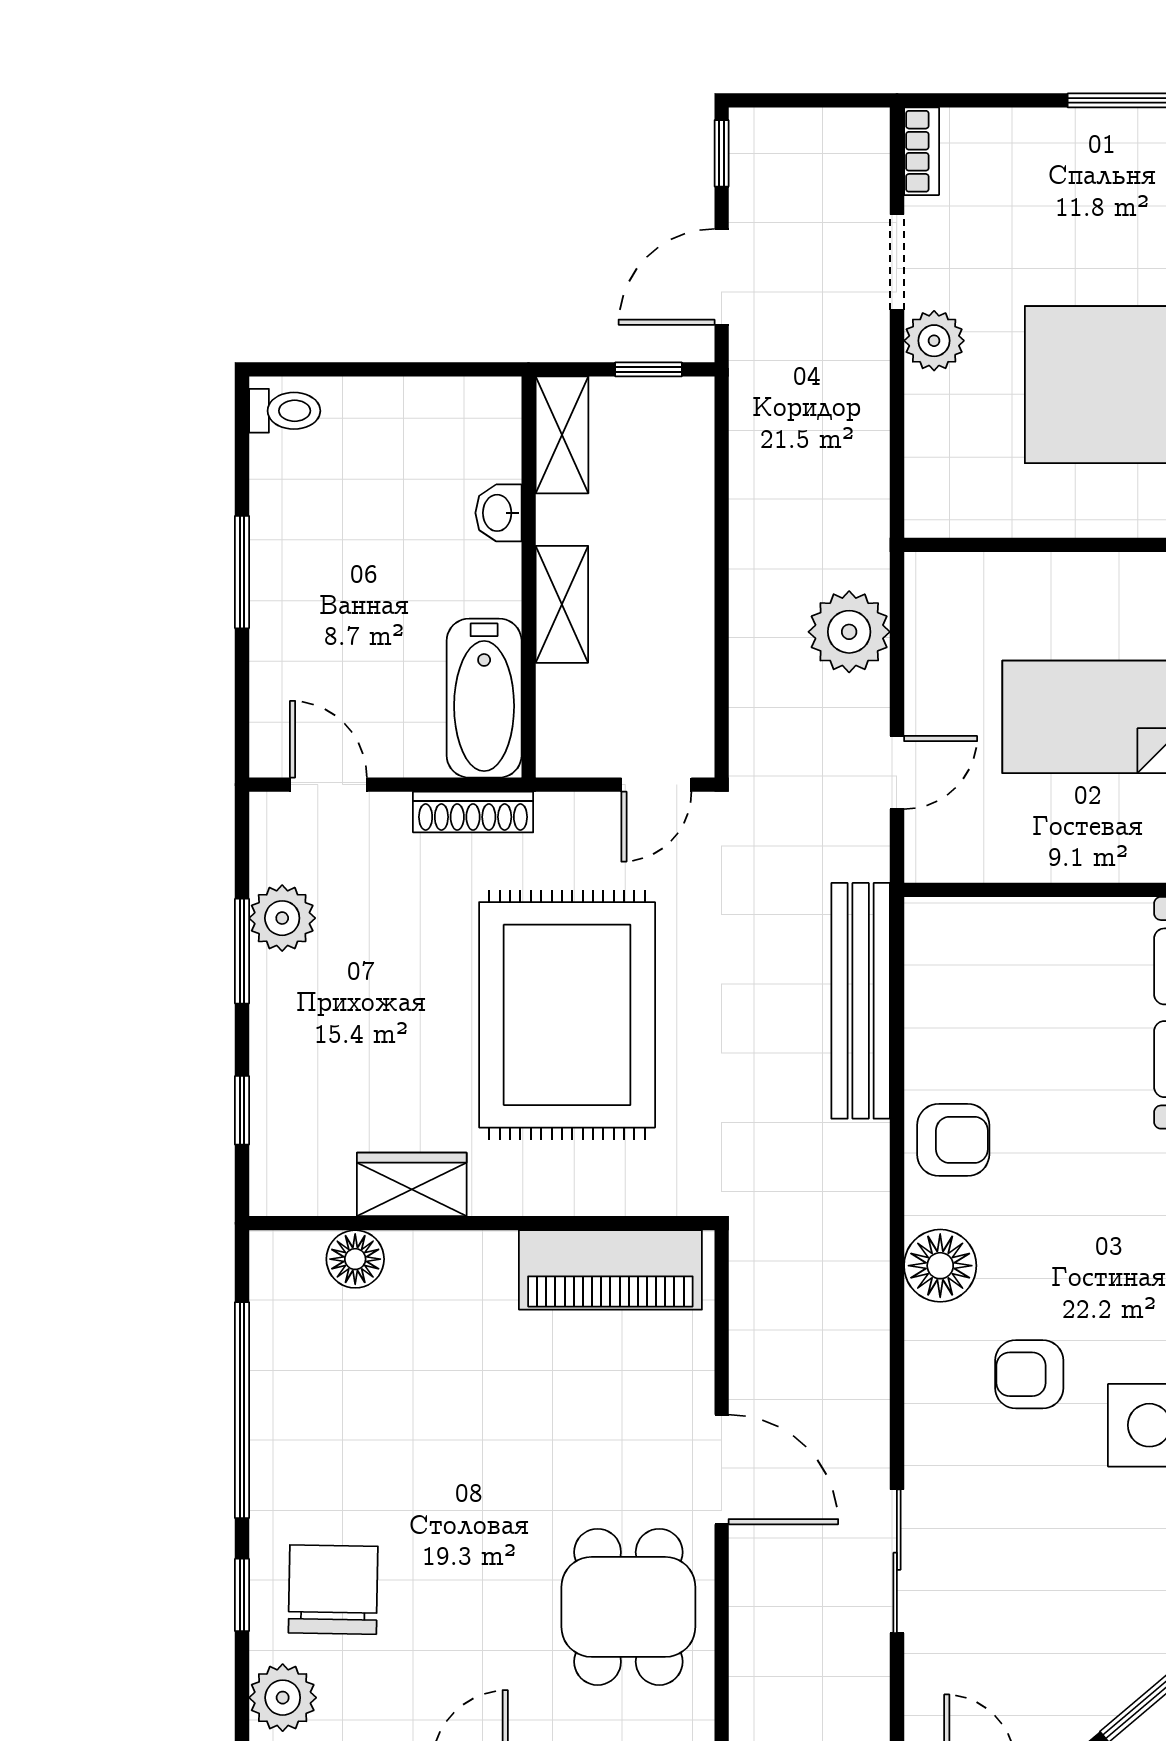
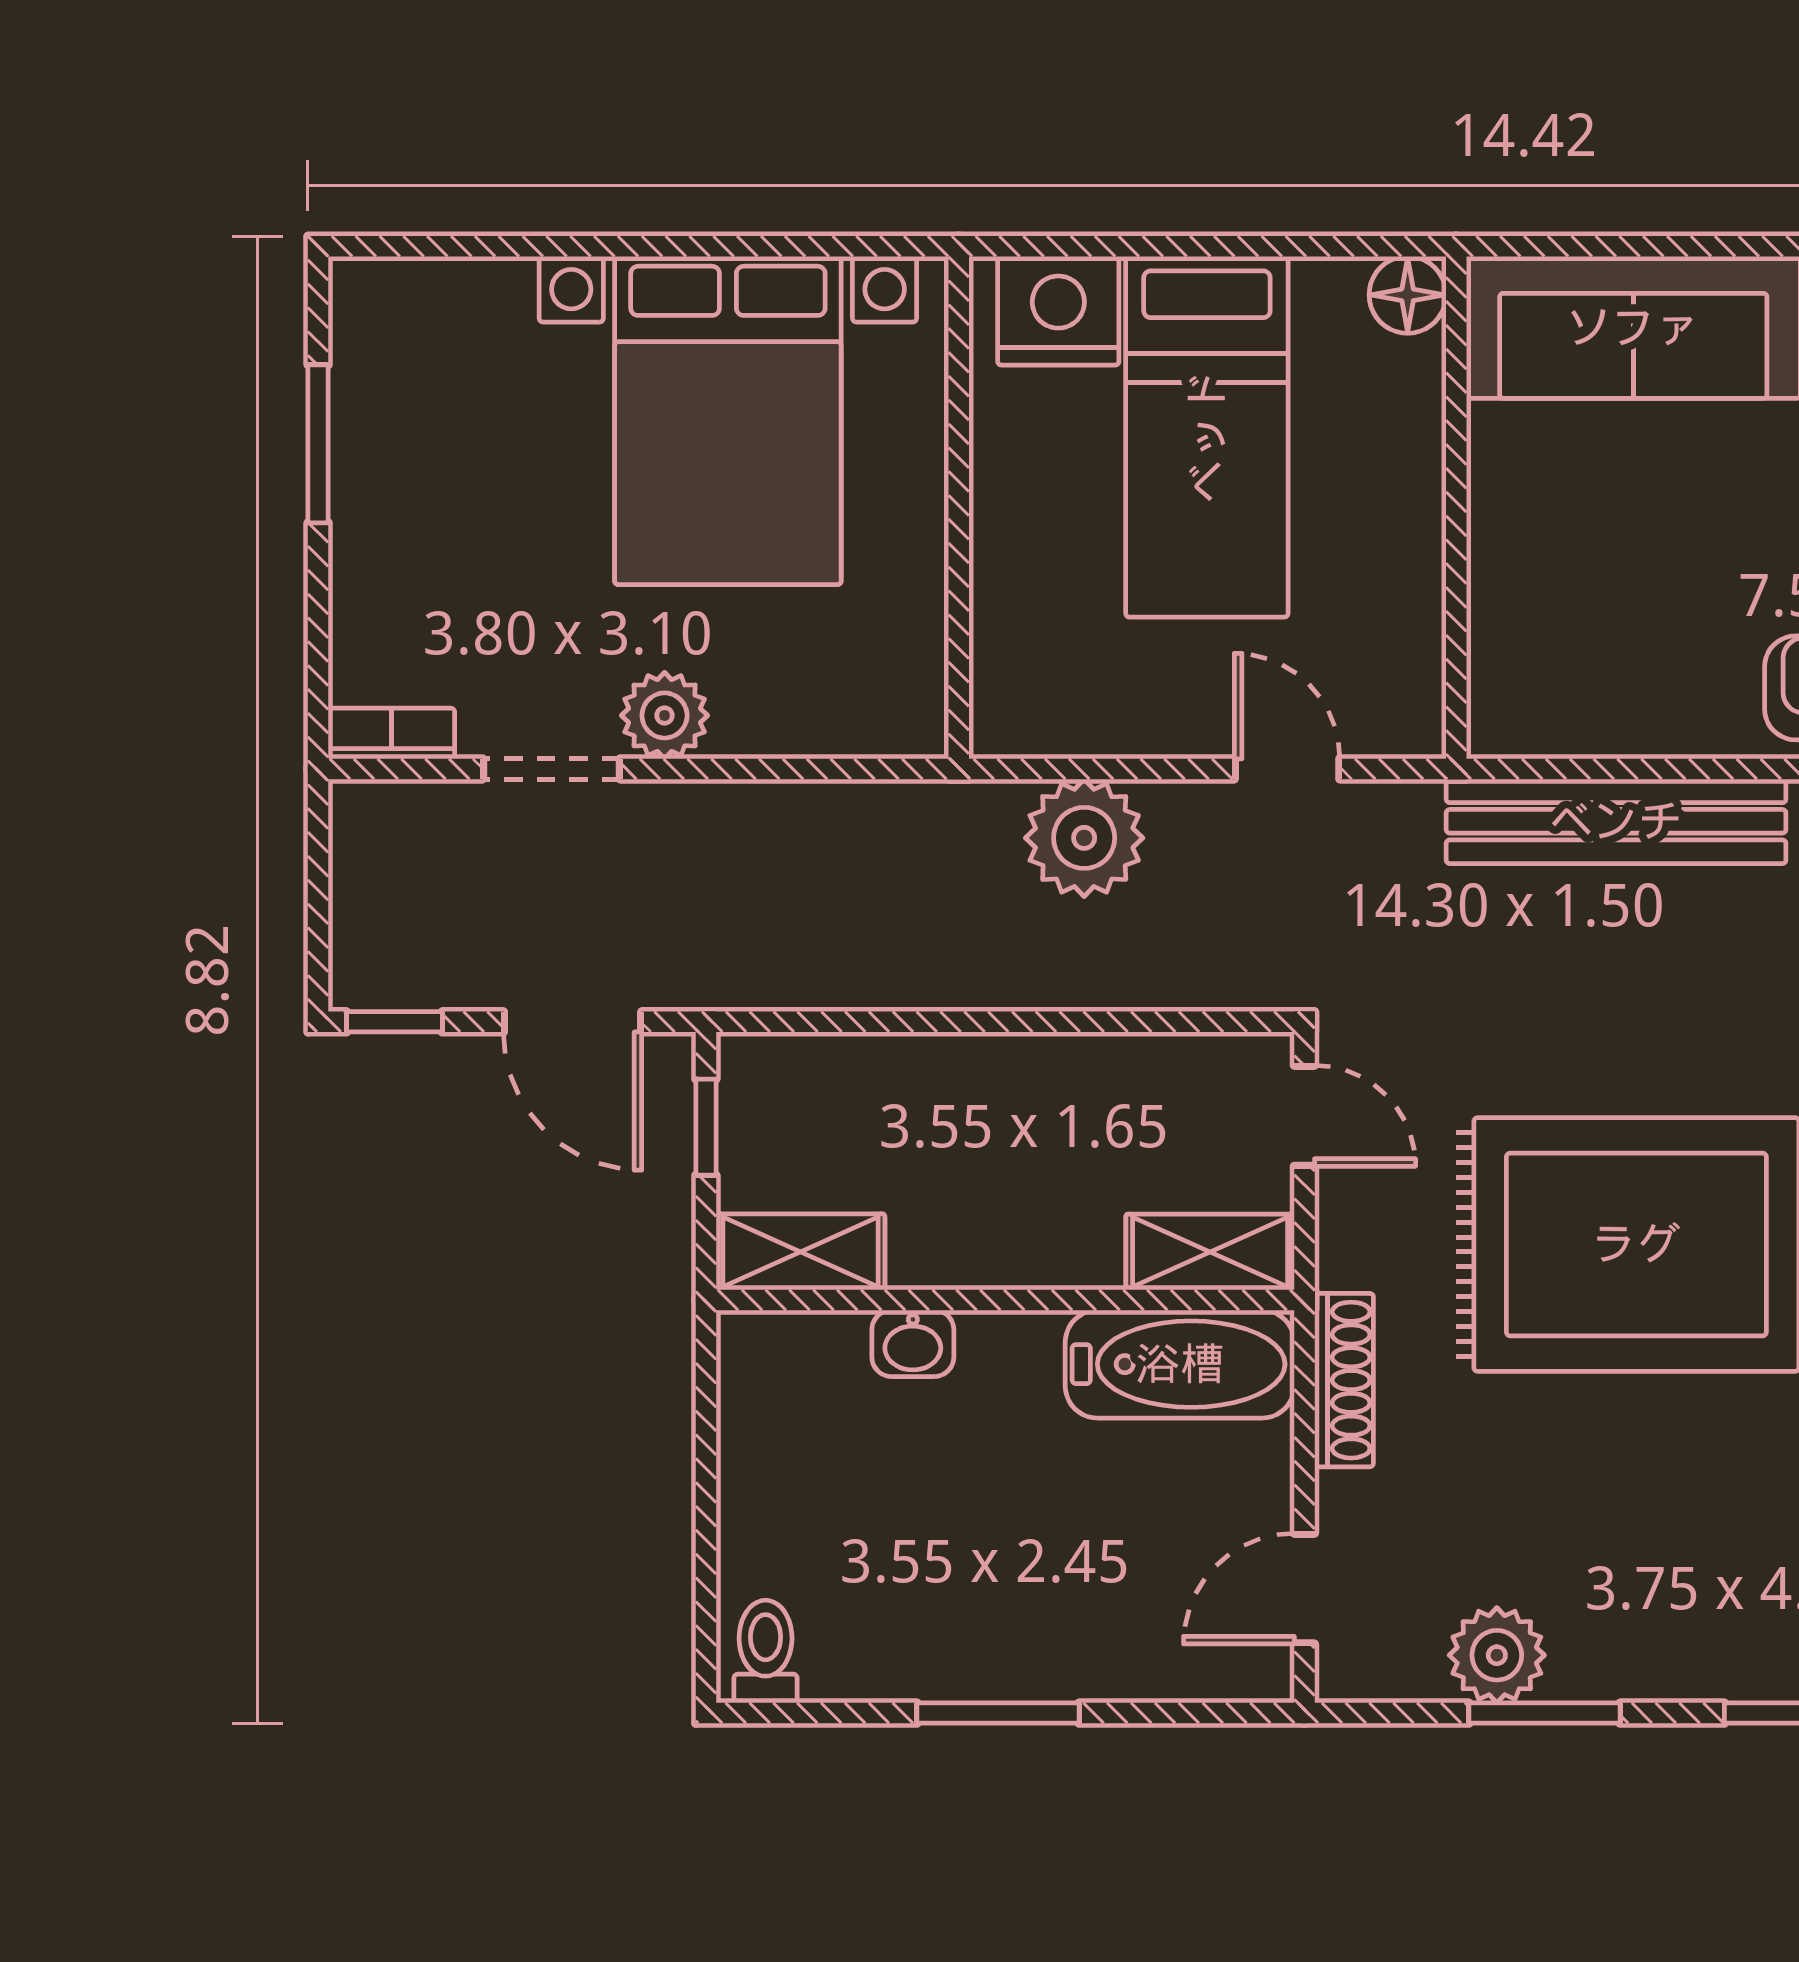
shelving: (562, 604) -> (1210, 1252), moved

